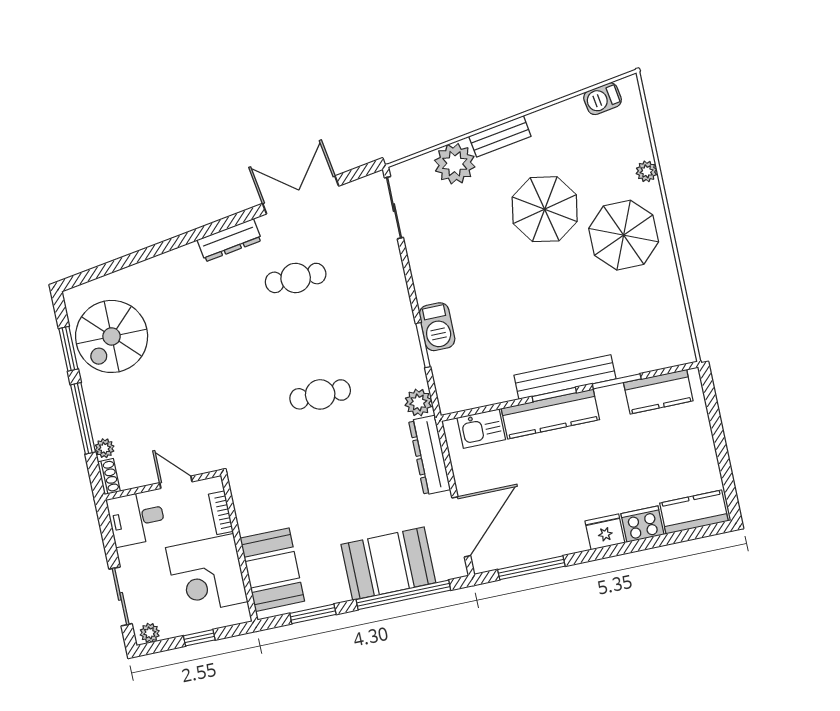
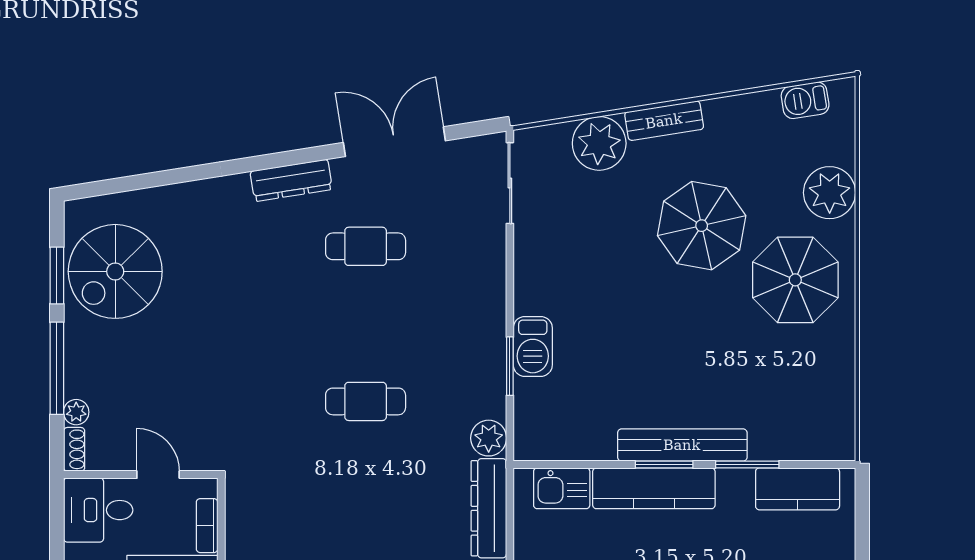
plant: (647, 171) -> (830, 193), width x1.88, depth x1.88

